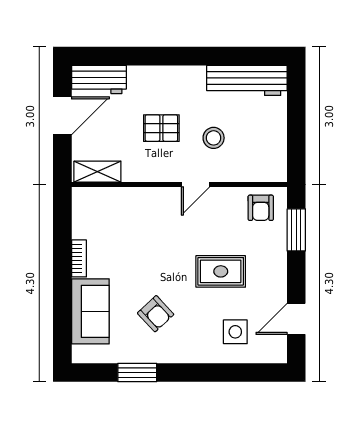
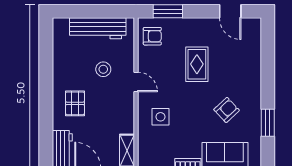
workbench: (247, 80) -> (98, 28), moved, turned 90
pallet: (161, 128) -> (75, 103), moved
side table: (235, 332) -> (160, 117), moved

